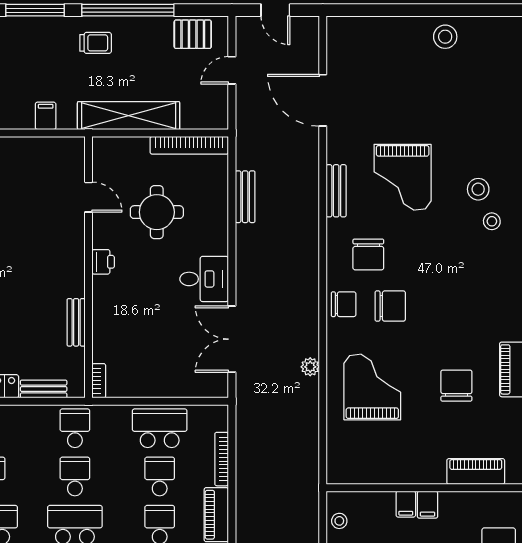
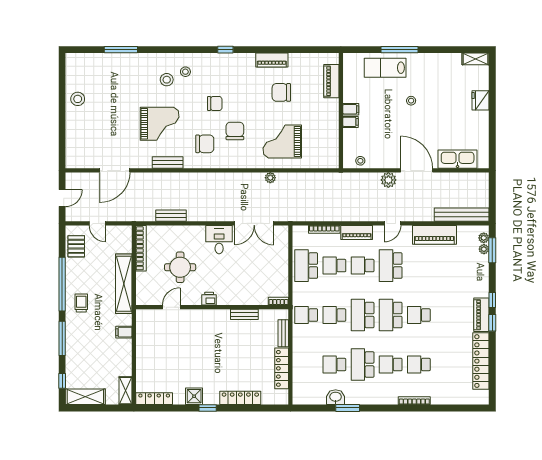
chair: (344, 304) -> (215, 104), moved, turned 90

